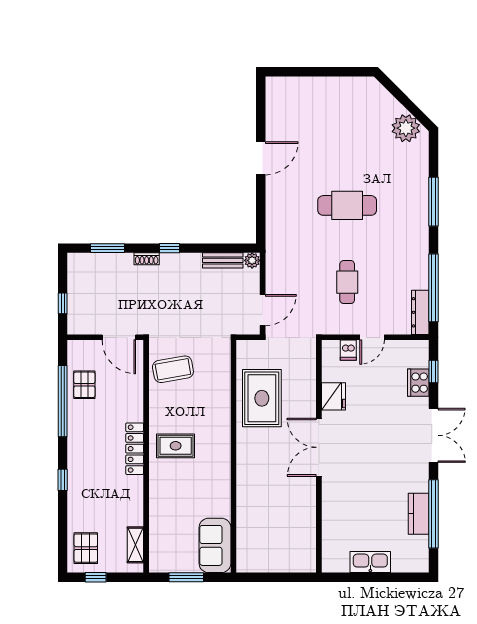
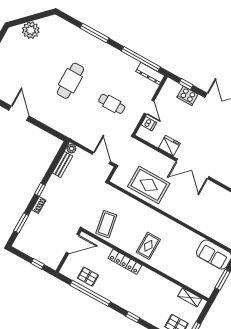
plant: (406, 128) -> (31, 30), moved
locker: (135, 449) -> (125, 262), moved

